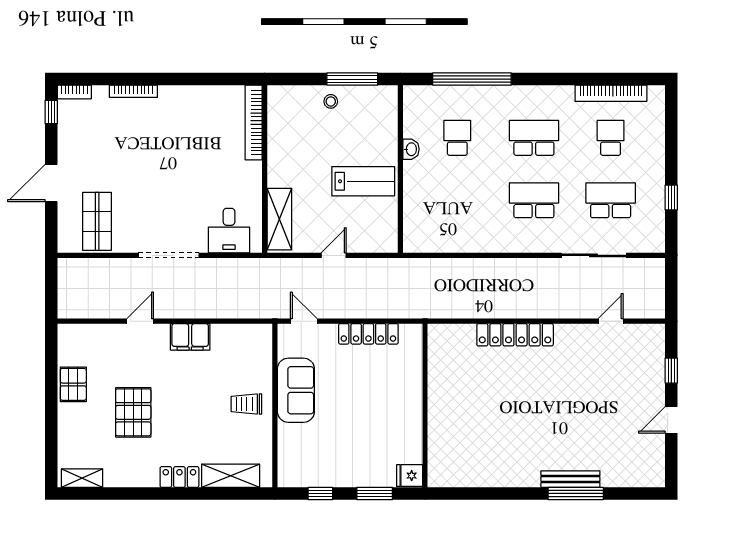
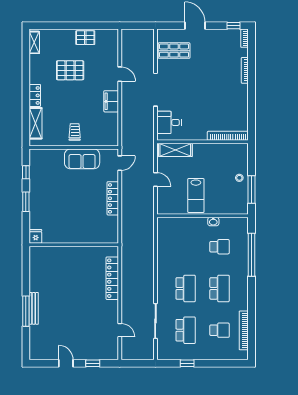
wall: (425, 405) -> (74, 245), moved
fridge: (410, 476) -> (36, 236), moved

